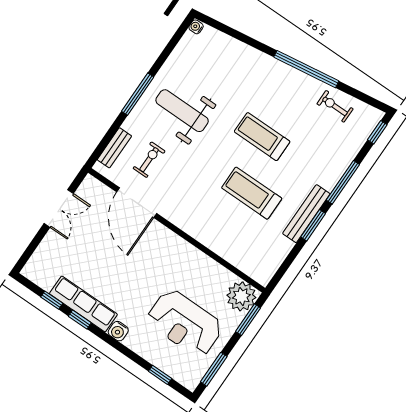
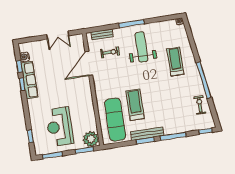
treadmill: (262, 137) -> (175, 62), moved
exercise mat: (246, 239) -> (115, 120), added
water cooler: (118, 331) -> (25, 57), moved

